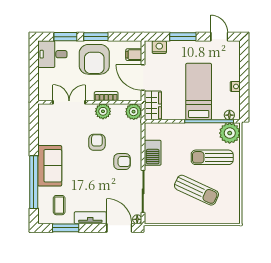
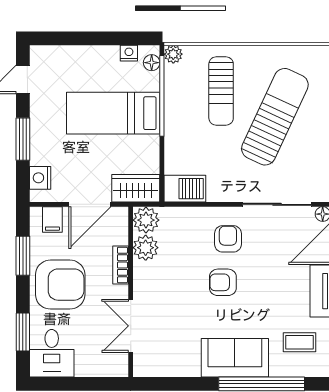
window: (96, 37) -> (23, 256), moved
nightstand: (235, 86) -> (129, 53), moved
plant: (103, 111) -> (146, 248), moved
plant: (230, 133) -> (173, 54), width x0.53, depth x0.53
armchair: (97, 142) -> (223, 282), moved
barbecue: (153, 153) -> (185, 189), moved
sun lounger: (196, 190) -> (275, 117), width x1.36, depth x1.34

